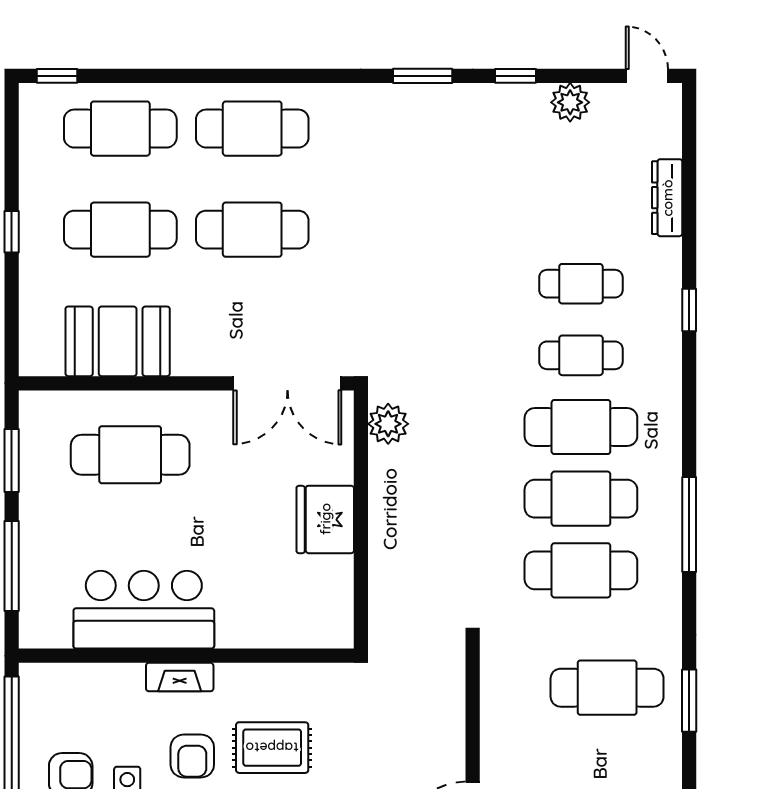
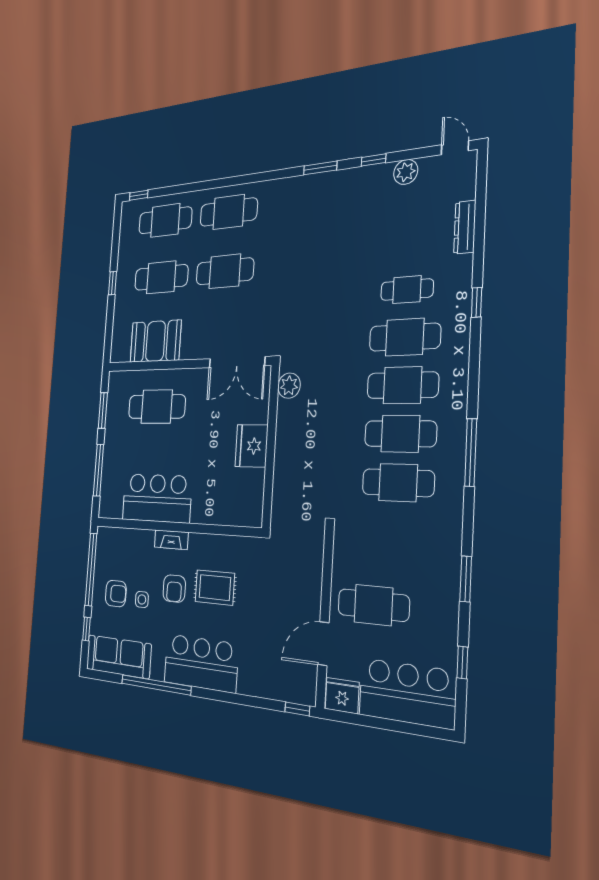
cafe table: (581, 355) -> (405, 337), width x1.37, depth x1.35
cafe table: (607, 688) -> (373, 605), moved

